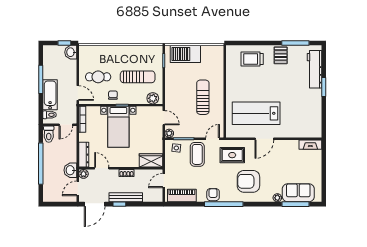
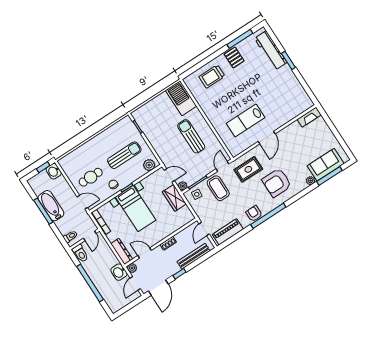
barbecue: (185, 54) -> (181, 98), moved, turned 90
bathtub: (50, 95) -> (51, 206), moved
lab bench: (256, 113) -> (246, 120), width x0.73, depth x0.72
wardrobe: (151, 160) -> (174, 198), moved, turned -90
bench: (126, 197) -> (194, 256), moved

